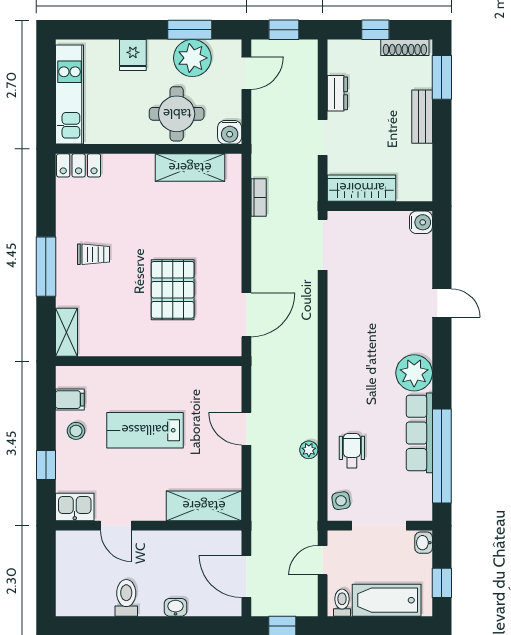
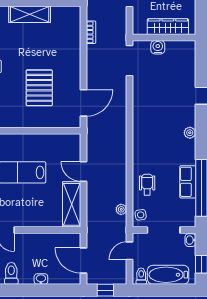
shelving: (190, 168) -> (30, 14), moved
wardrobe: (362, 188) -> (168, 27), moved
water cooler: (421, 222) -> (158, 47), moved, turned -90
plant: (414, 373) -> (190, 133), width x0.53, depth x0.53
row of seats: (419, 433) -> (188, 182), width x0.68
plant: (309, 450) -> (121, 209), moved
shelving: (204, 506) -> (72, 204), moved, turned 90

